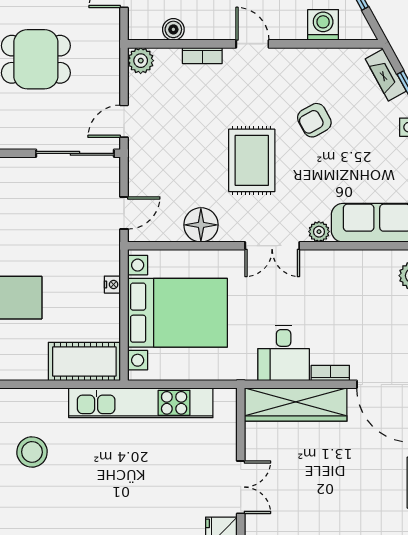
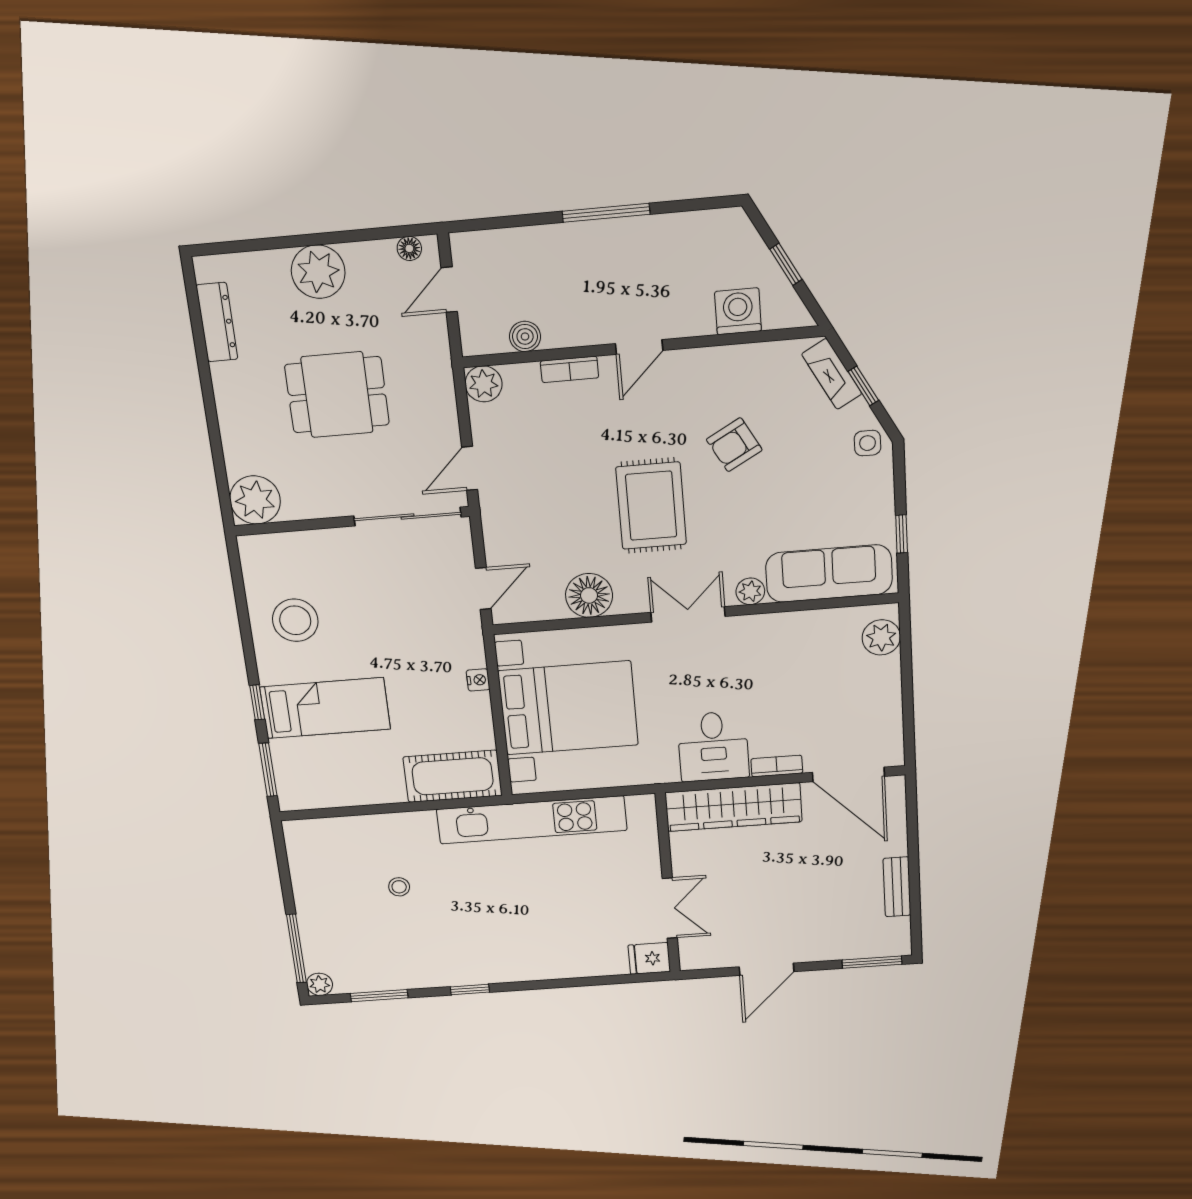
door: (252, 44) -> (639, 347), swing flipped
double door: (272, 246) -> (688, 614), swing flipped
stool: (32, 452) -> (399, 887), width x0.53, depth x0.53

